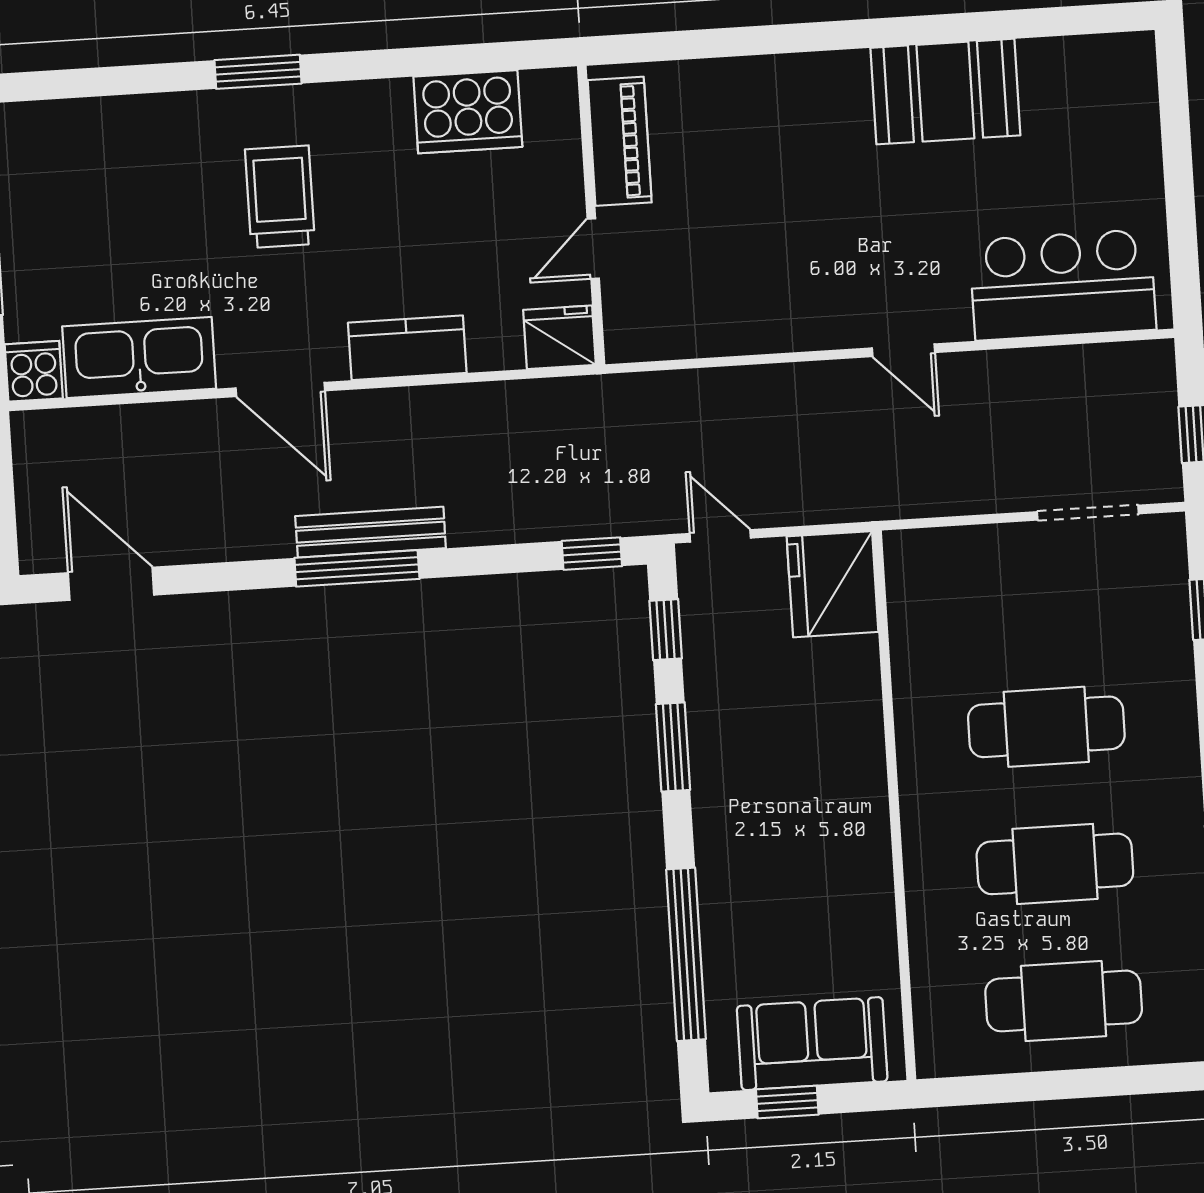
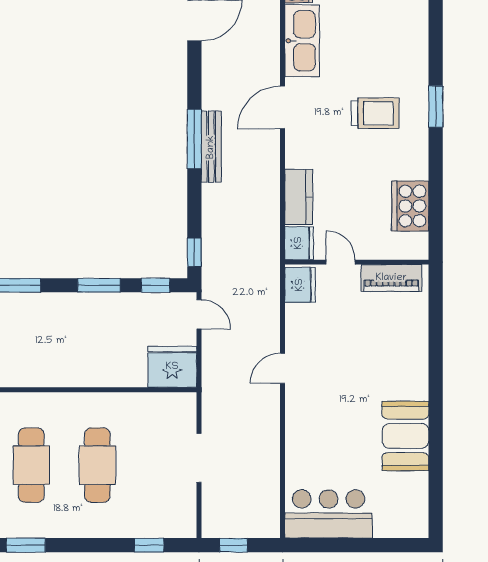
bar counter: (1063, 285) -> (328, 514), moved, turned -90
fridge: (646, 330) -> (300, 285), added
kitchen counter: (407, 348) -> (299, 197), moved
door: (904, 350) -> (282, 368), moved
doorway: (1088, 513) -> (199, 458), moved
door: (720, 536) -> (199, 314), hinge flipped

